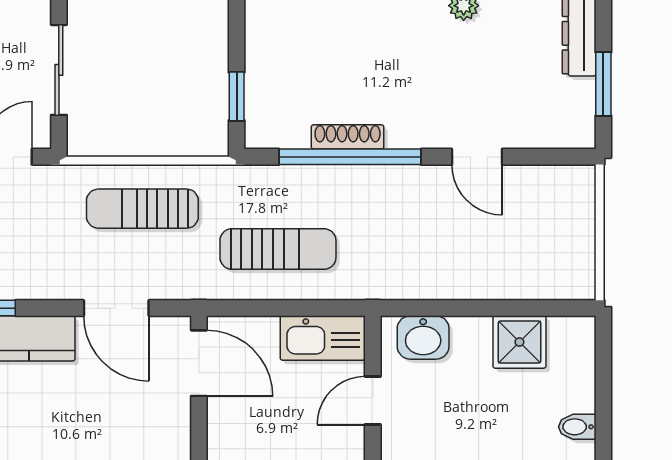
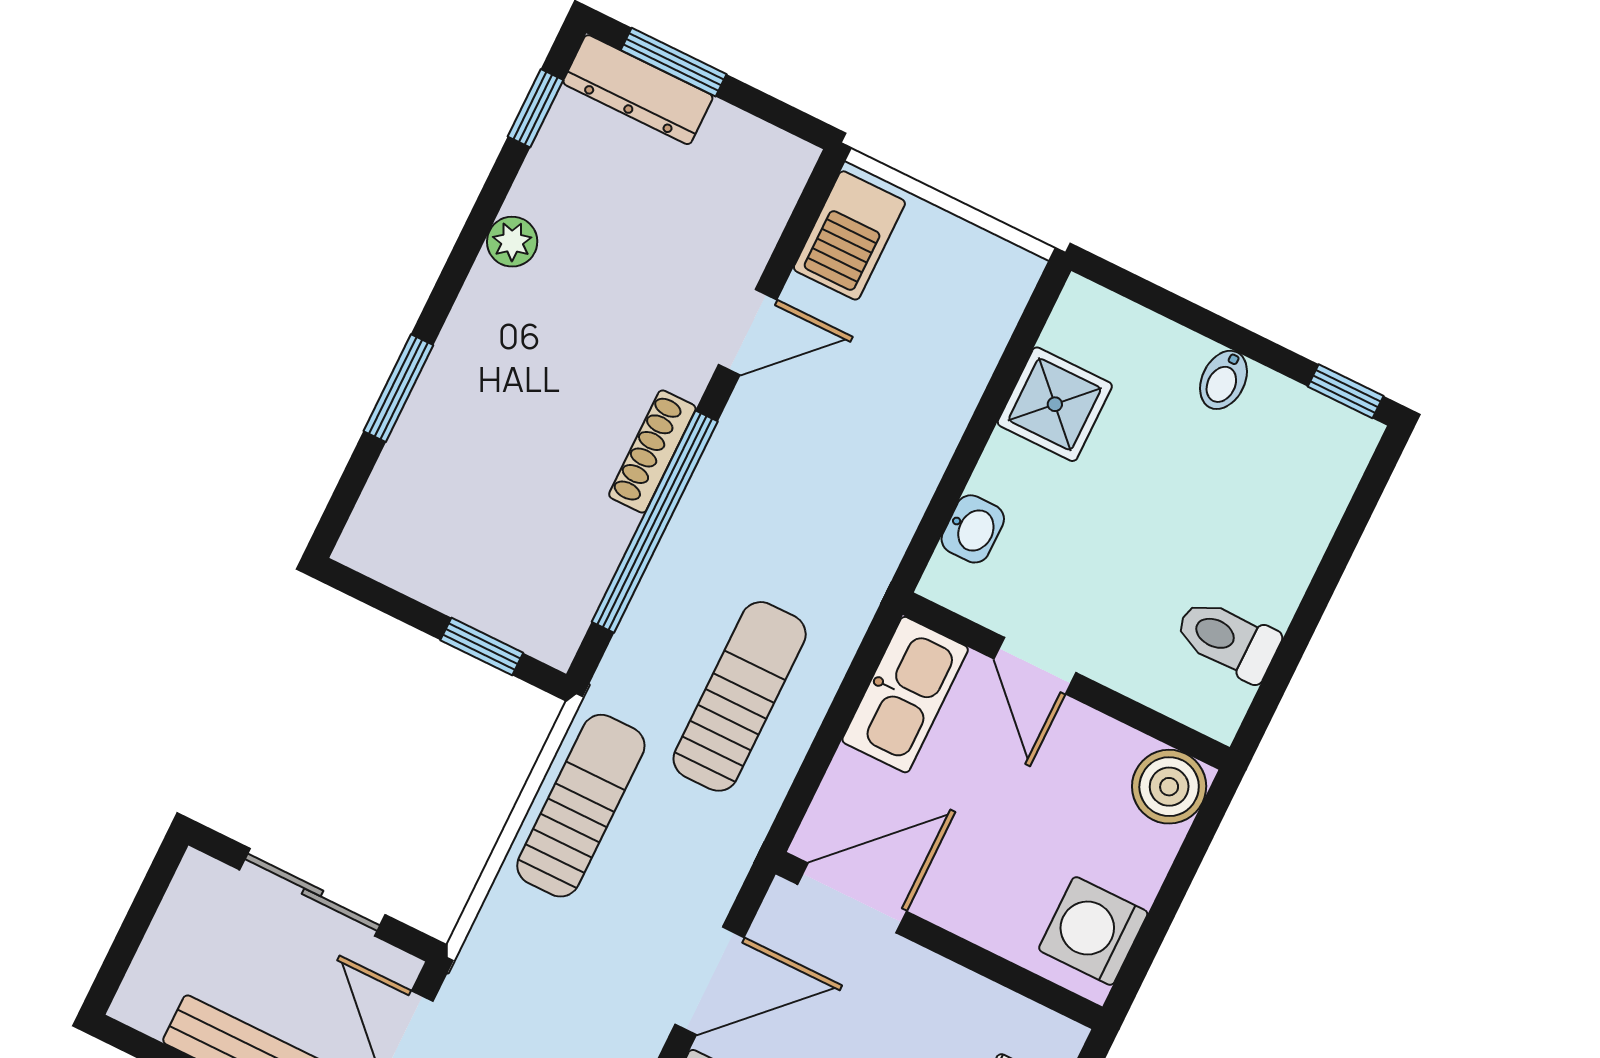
window: (603, 84) -> (674, 62), moved
shoe rack: (348, 137) -> (652, 452), moved
barbecue: (556, 186) -> (849, 235), added
sun lounger: (142, 209) -> (581, 806), moved, turned 180
washbasin: (423, 337) -> (973, 529), width x0.72, depth x0.69

